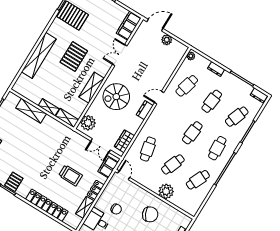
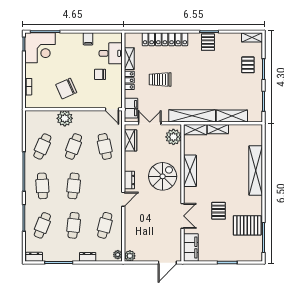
plant: (167, 40) -> (130, 256), moved
pallet: (74, 56) -> (219, 211), moved, width x0.67, depth x0.71
shelving: (63, 130) -> (192, 116), added

